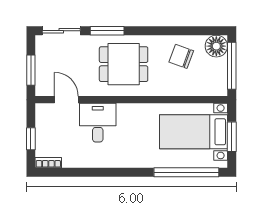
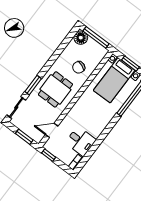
chair: (181, 56) -> (79, 67), moved
desk: (98, 123) -> (81, 141), moved, turned 180
window: (31, 139) -> (49, 155), moved

